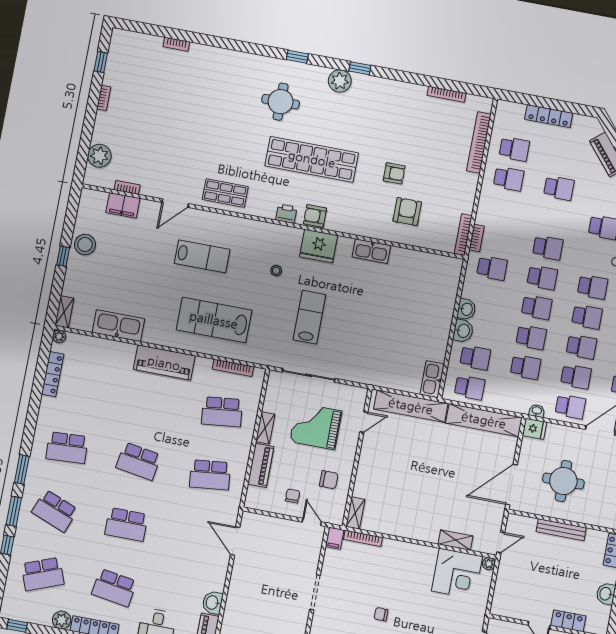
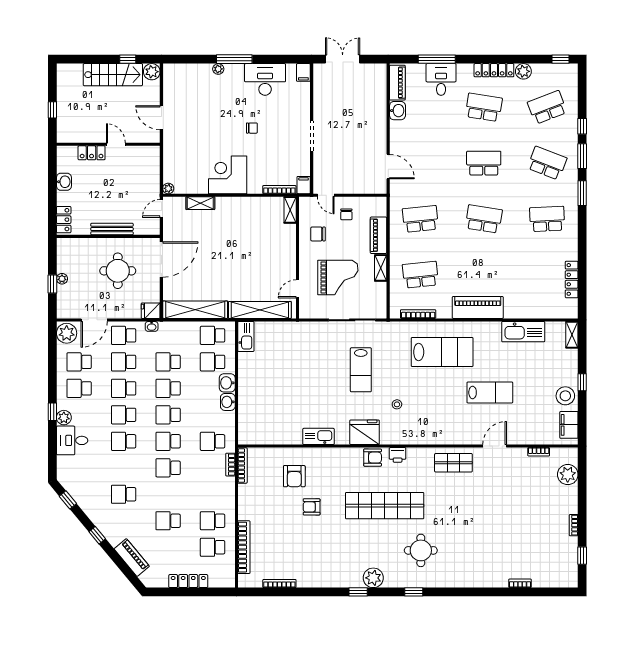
filing cabinet: (123, 205) -> (569, 425), moved, turned -90
lab bench: (202, 256) -> (490, 392), moved, turned 180
plant: (59, 336) -> (572, 313), removed
corner desk: (457, 574) -> (228, 175), moved

